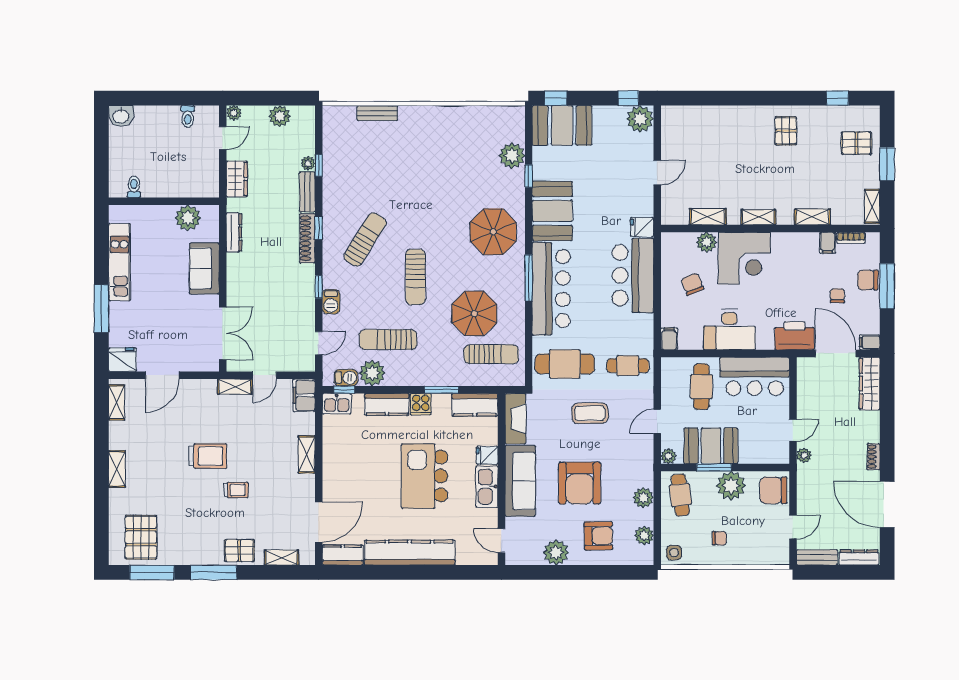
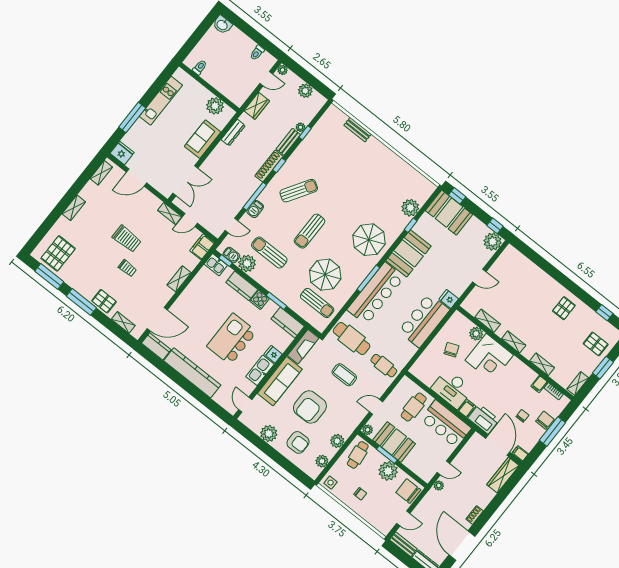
chair: (868, 280) -> (545, 420), turned 90
window: (319, 287) -> (255, 196), width x2.17
filing cabinet: (669, 339) -> (467, 408), moved

